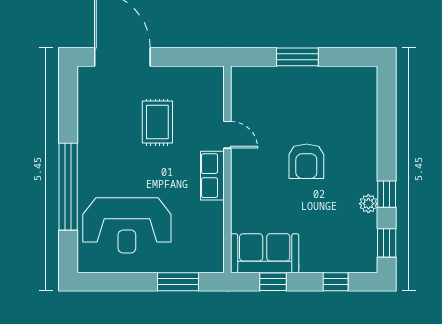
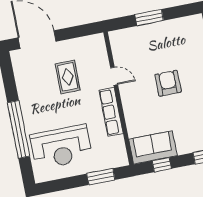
armchair: (306, 161) -> (168, 83), turned 180
row of seats: (212, 176) -> (111, 112), width x1.48

